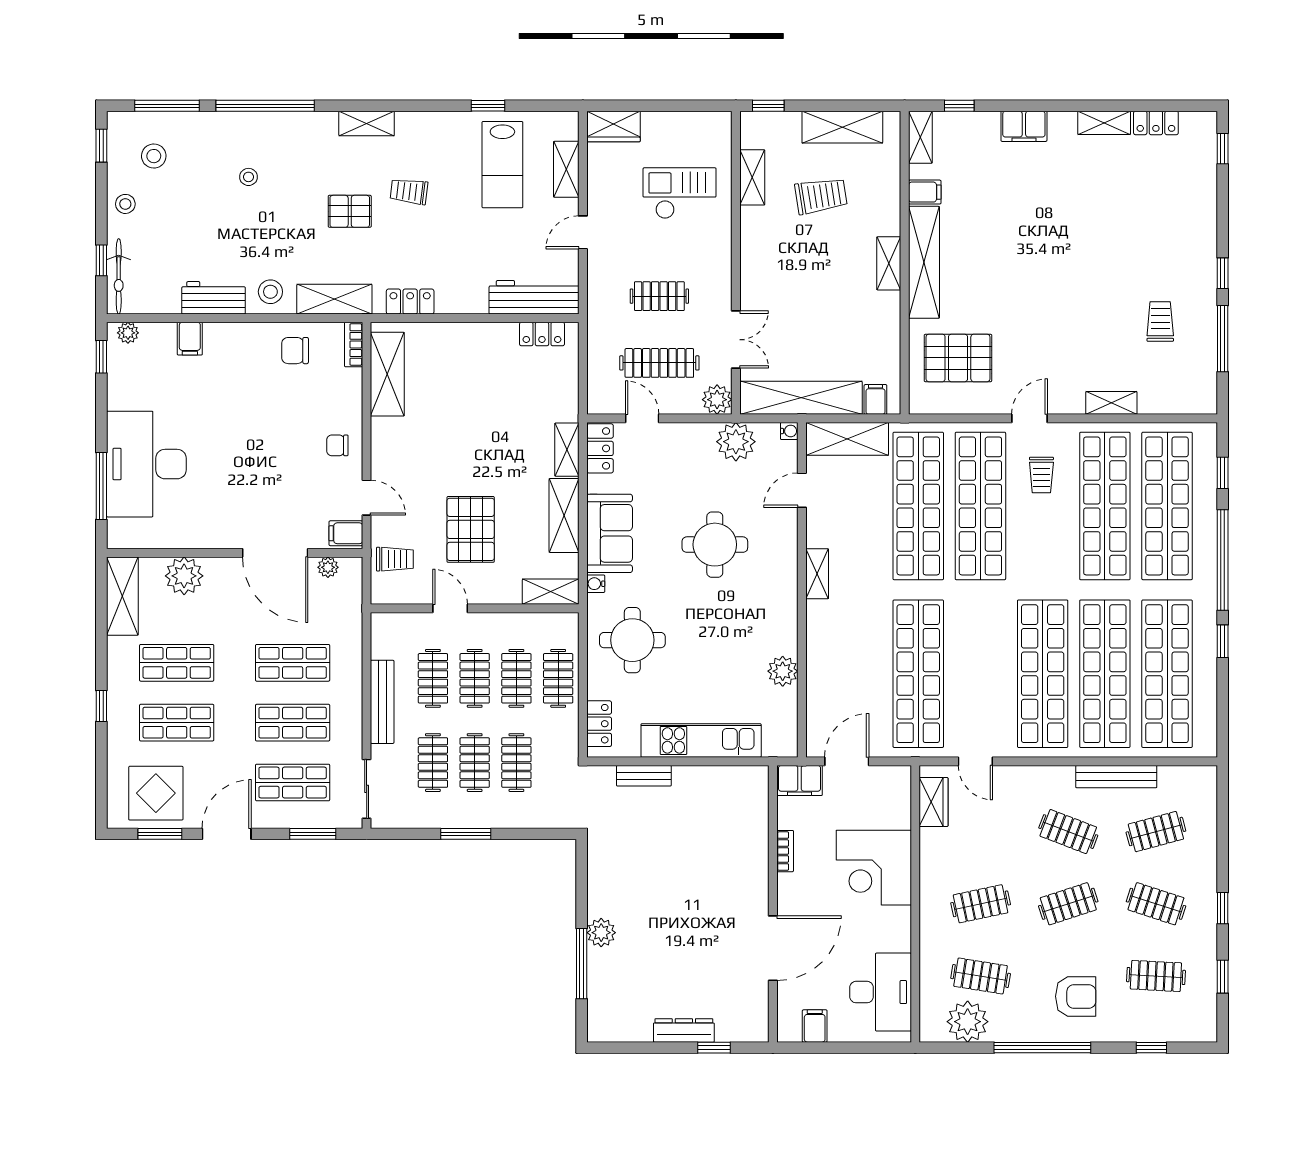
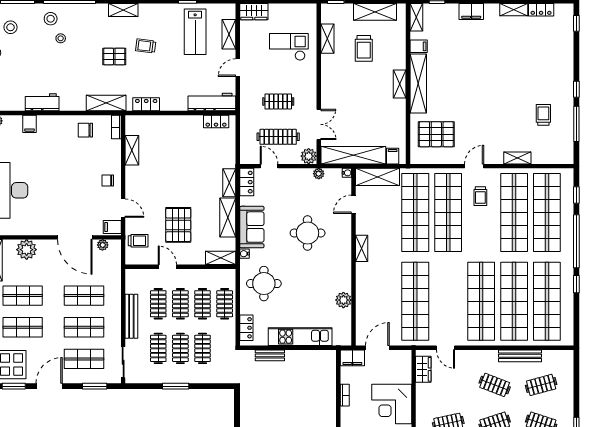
trolley: (821, 196) -> (364, 48), turned 99
stool: (270, 292) -> (51, 19), moved
shelving: (387, 374) -> (132, 150), width x0.67, depth x0.75
plant: (736, 442) -> (319, 174), width x0.53, depth x0.53

